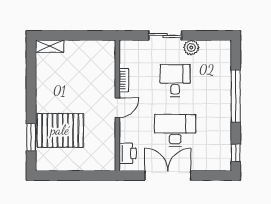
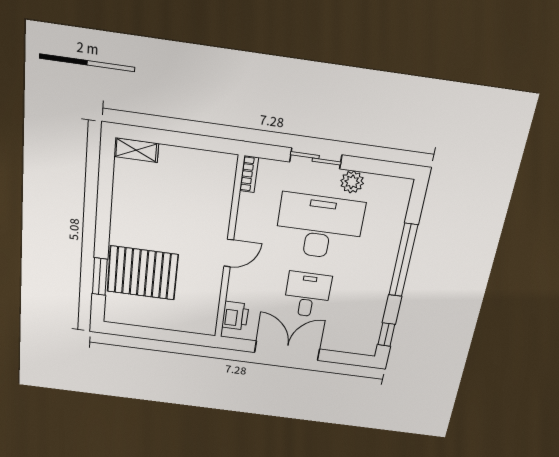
bookcase: (124, 80) -> (249, 174), moved
desk: (175, 81) -> (319, 227), width x1.87, depth x1.30
desk: (175, 130) -> (307, 295), width x0.73

